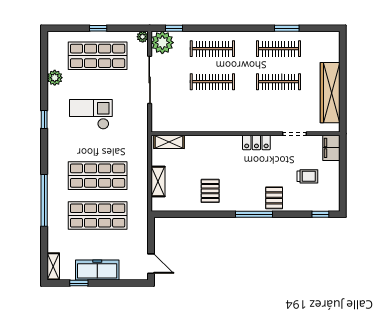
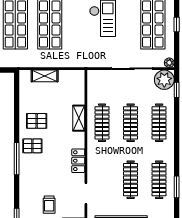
clothes rail: (212, 115) -> (102, 123), added
shelving: (169, 142) -> (79, 118), moved
pallet: (274, 198) -> (32, 146), moved

